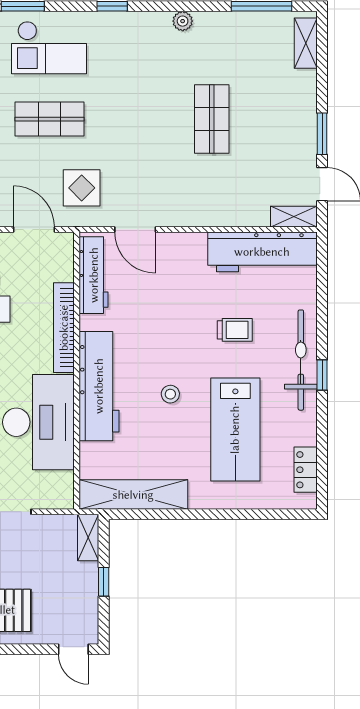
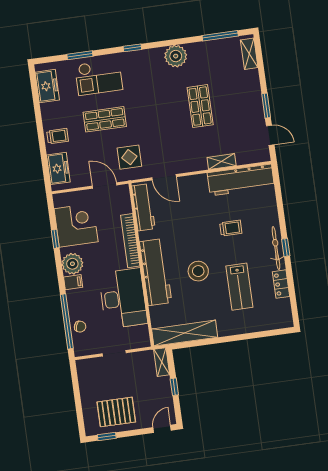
plant: (183, 21) -> (176, 56), width x1.87, depth x1.87
shelving: (294, 217) -> (222, 162), moved
bicycle: (301, 360) -> (276, 248), width x0.73, depth x0.71
stool: (170, 394) -> (198, 271), width x1.89, depth x1.89
lab bench: (235, 430) -> (239, 287), width x0.73, depth x0.72
locker: (306, 470) -> (281, 284), moved
door: (73, 649) -> (162, 429), swing flipped

